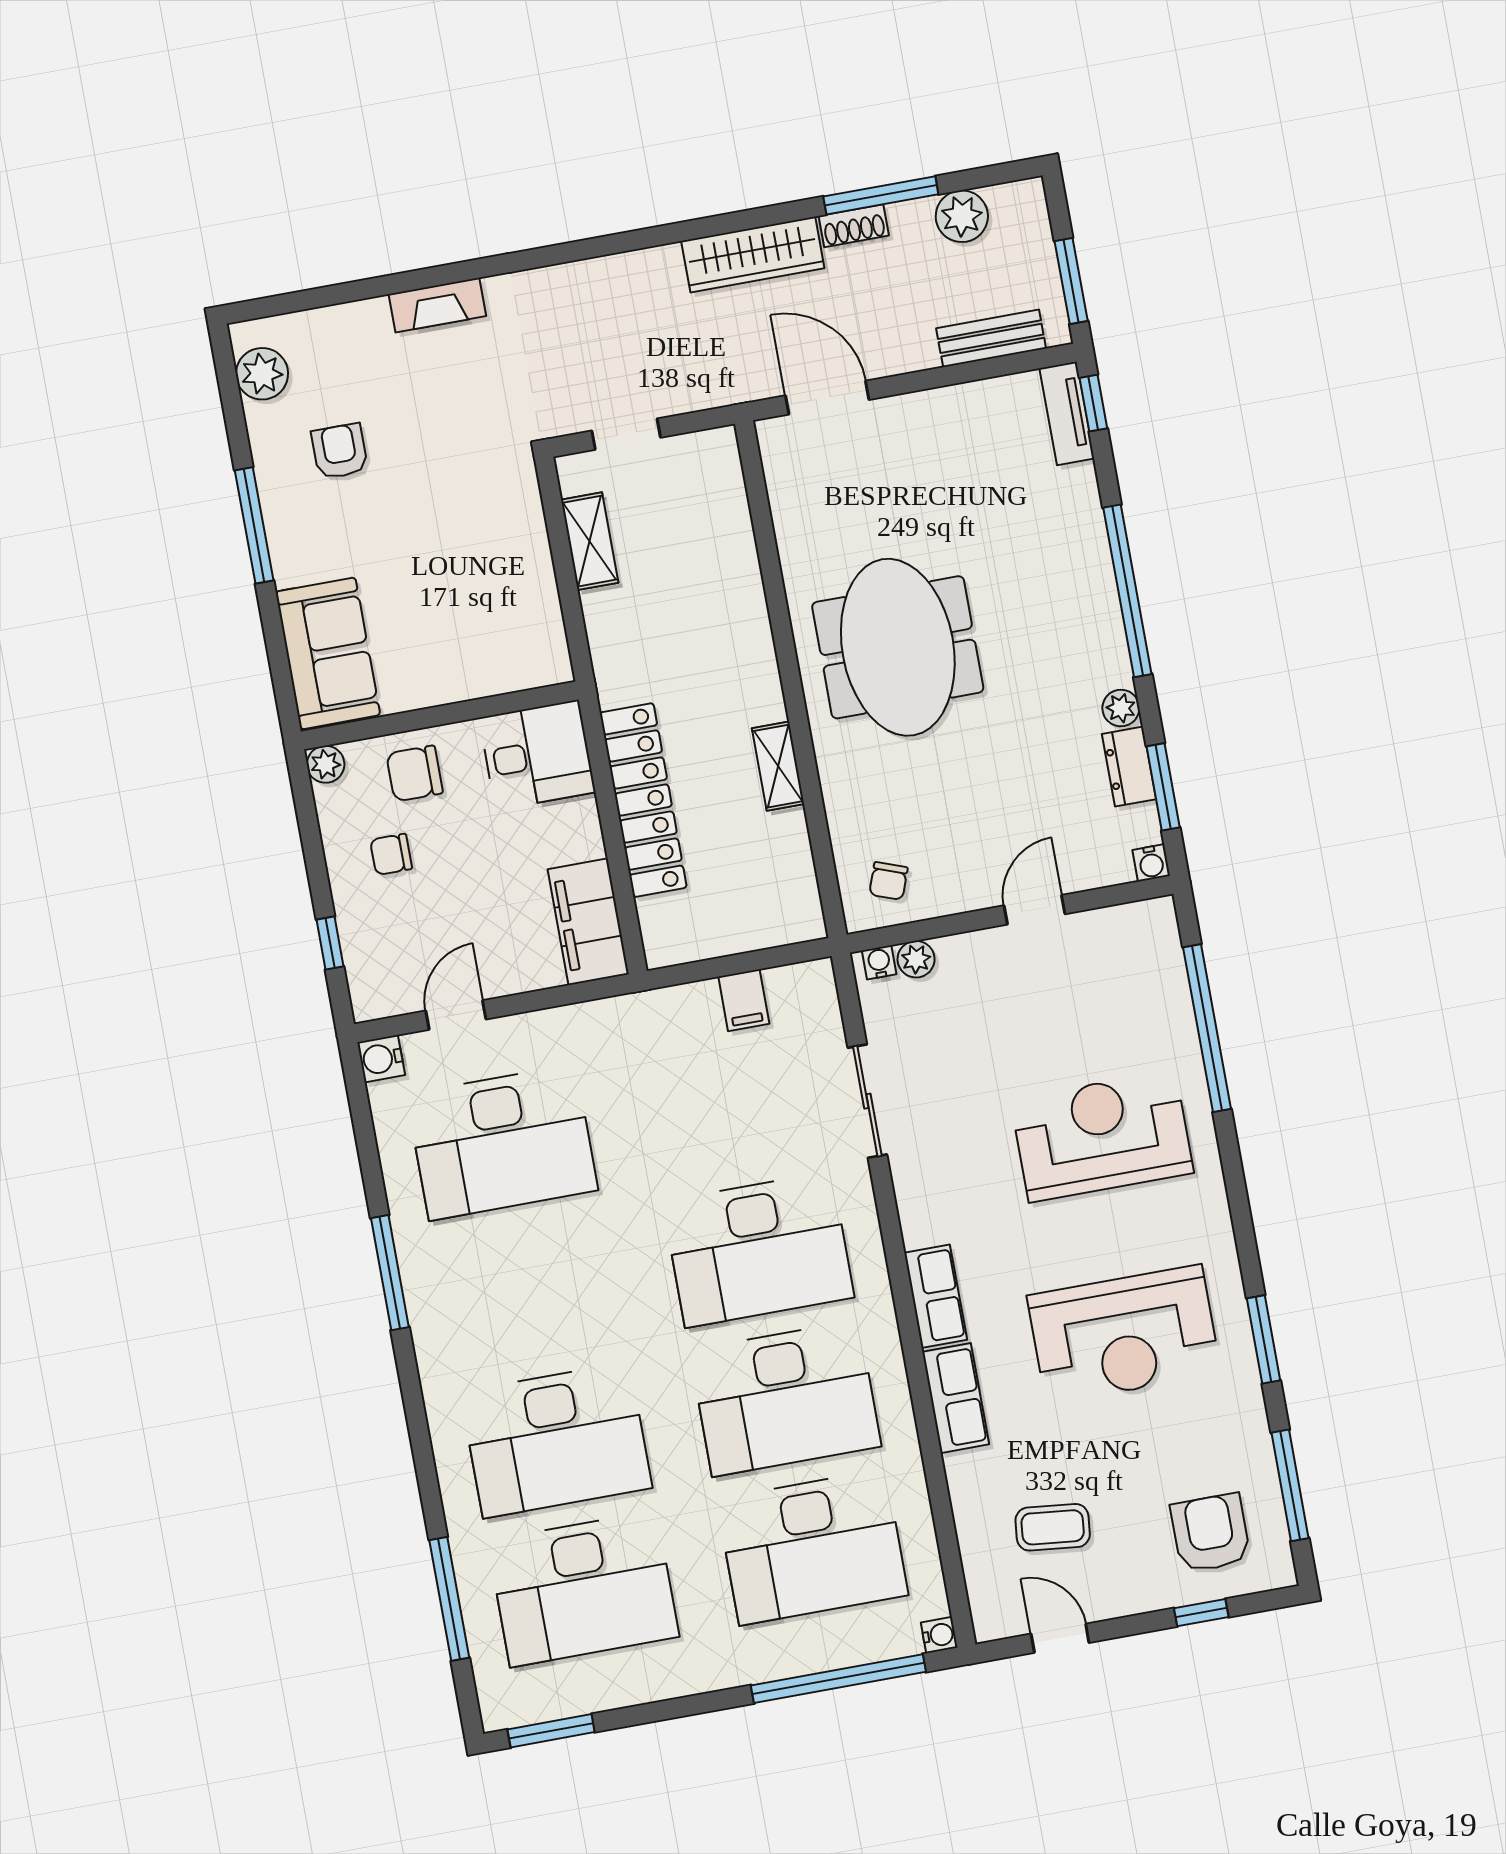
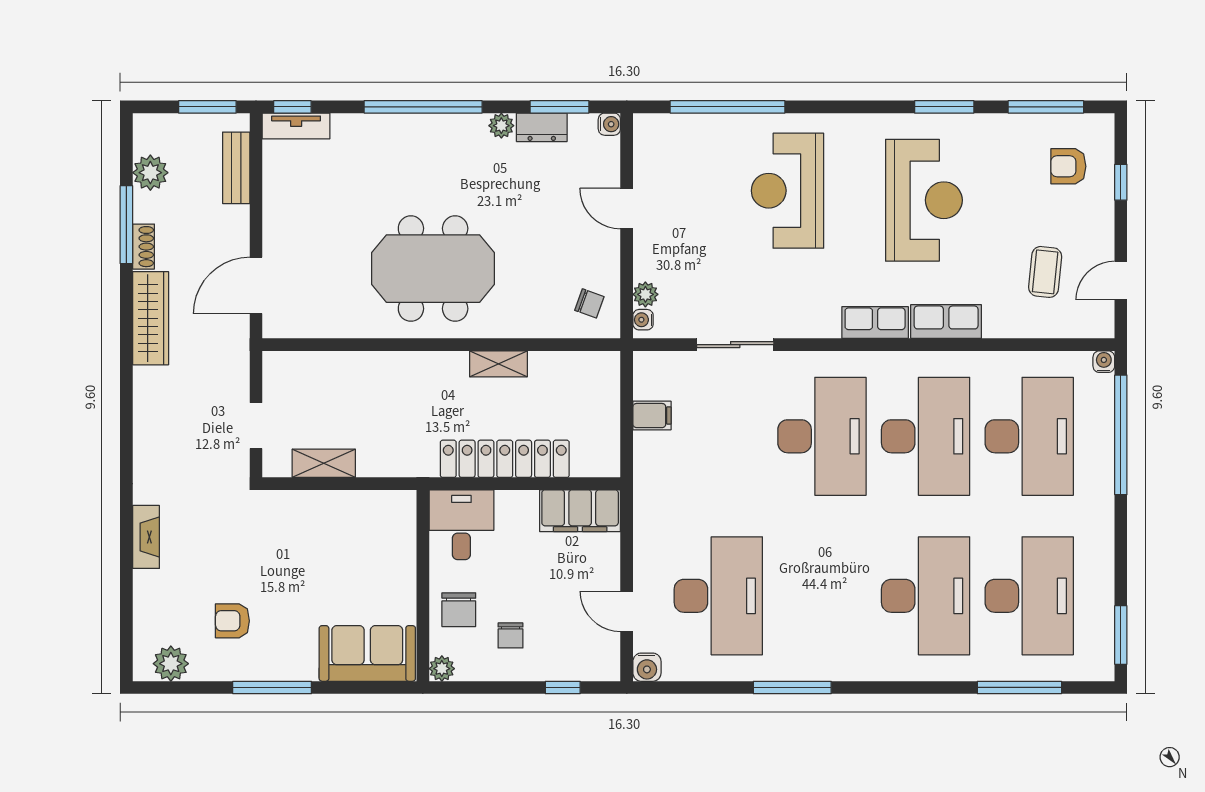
armchair: (1210, 1533) -> (1068, 166), width x0.72, depth x0.72

